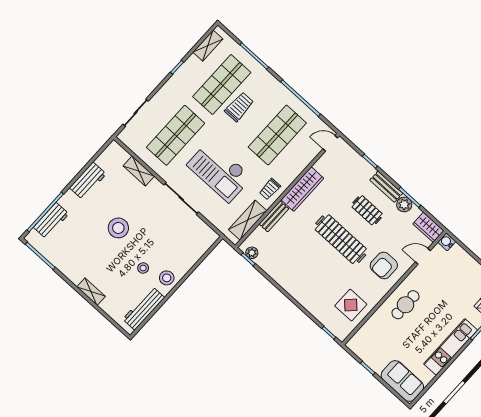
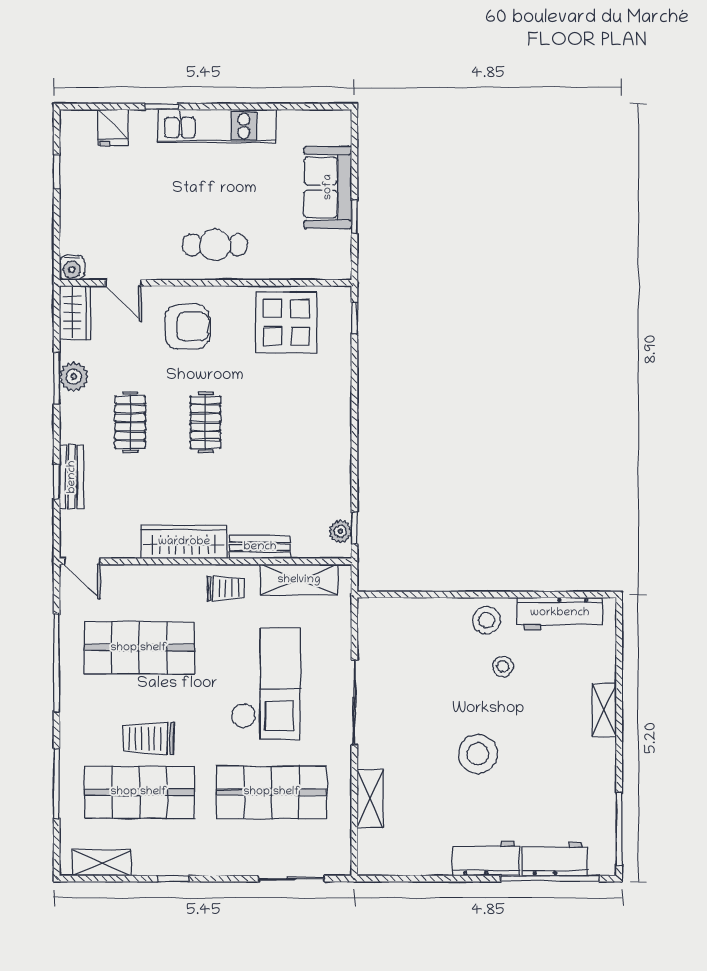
workbench: (88, 181) -> (486, 858), moved
bench: (386, 187) -> (72, 477), moved
clothes rail: (341, 239) -> (205, 422), width x0.54, depth x0.76
display table: (351, 305) -> (286, 322), width x1.36, depth x1.36
sofa: (402, 381) -> (328, 187), moved

